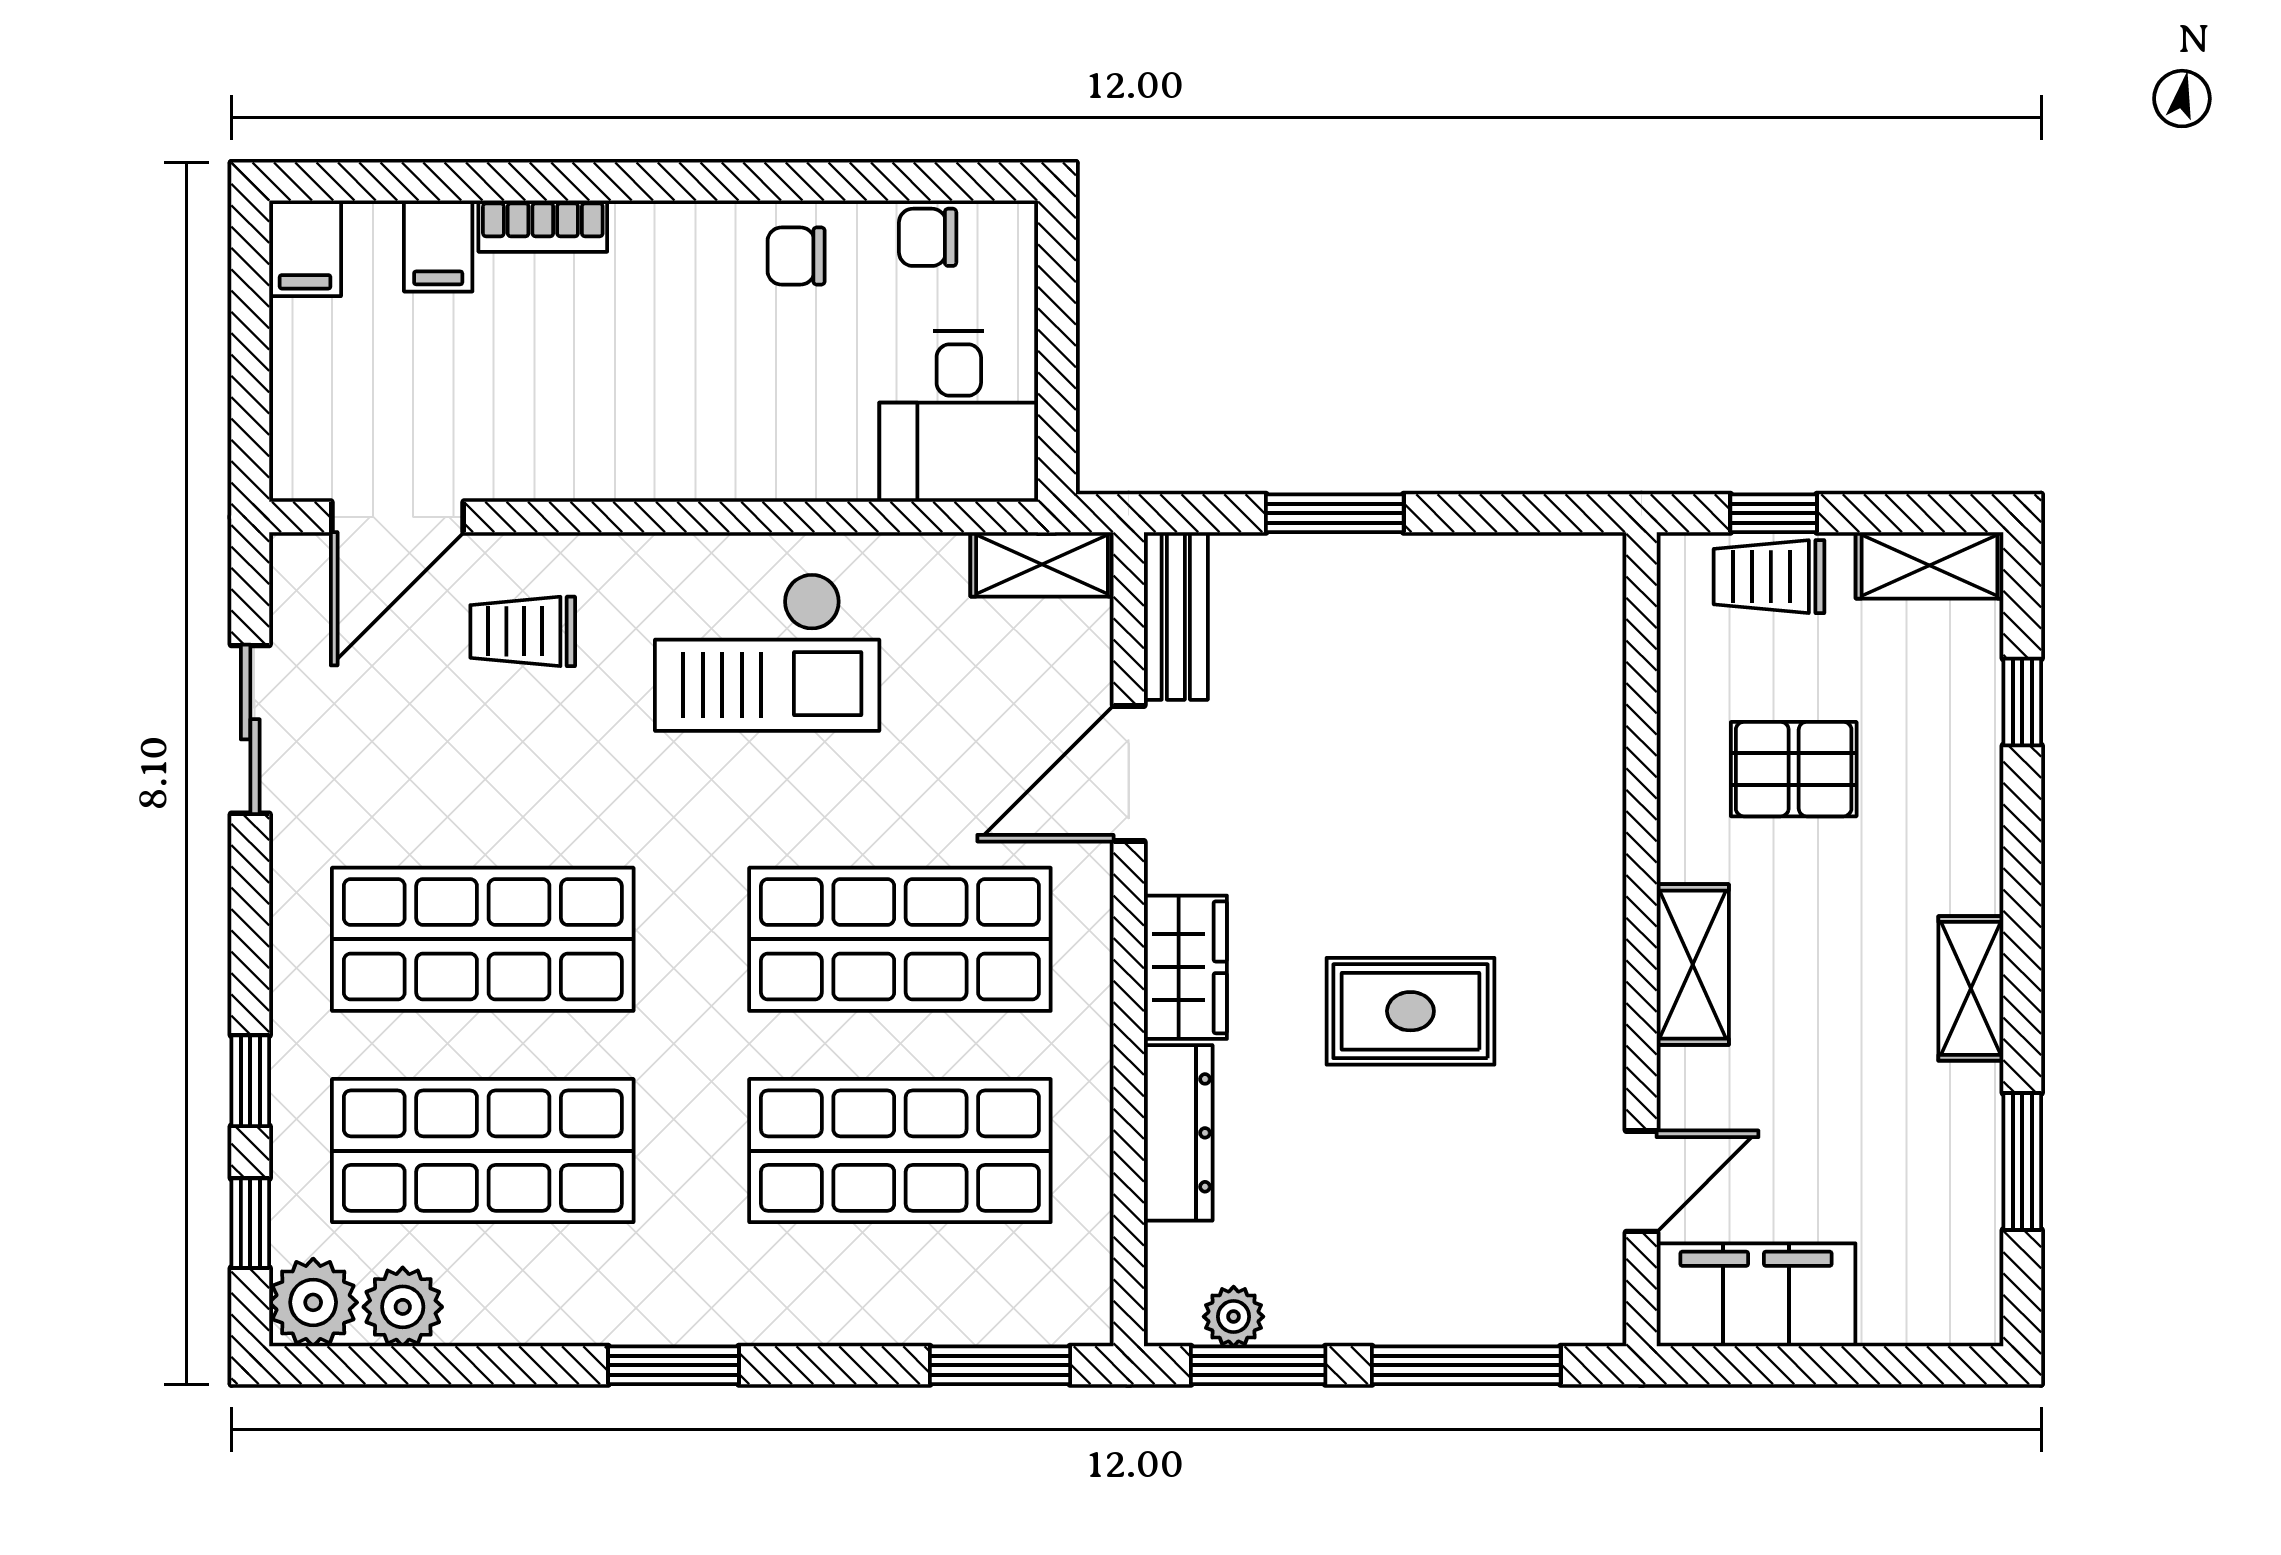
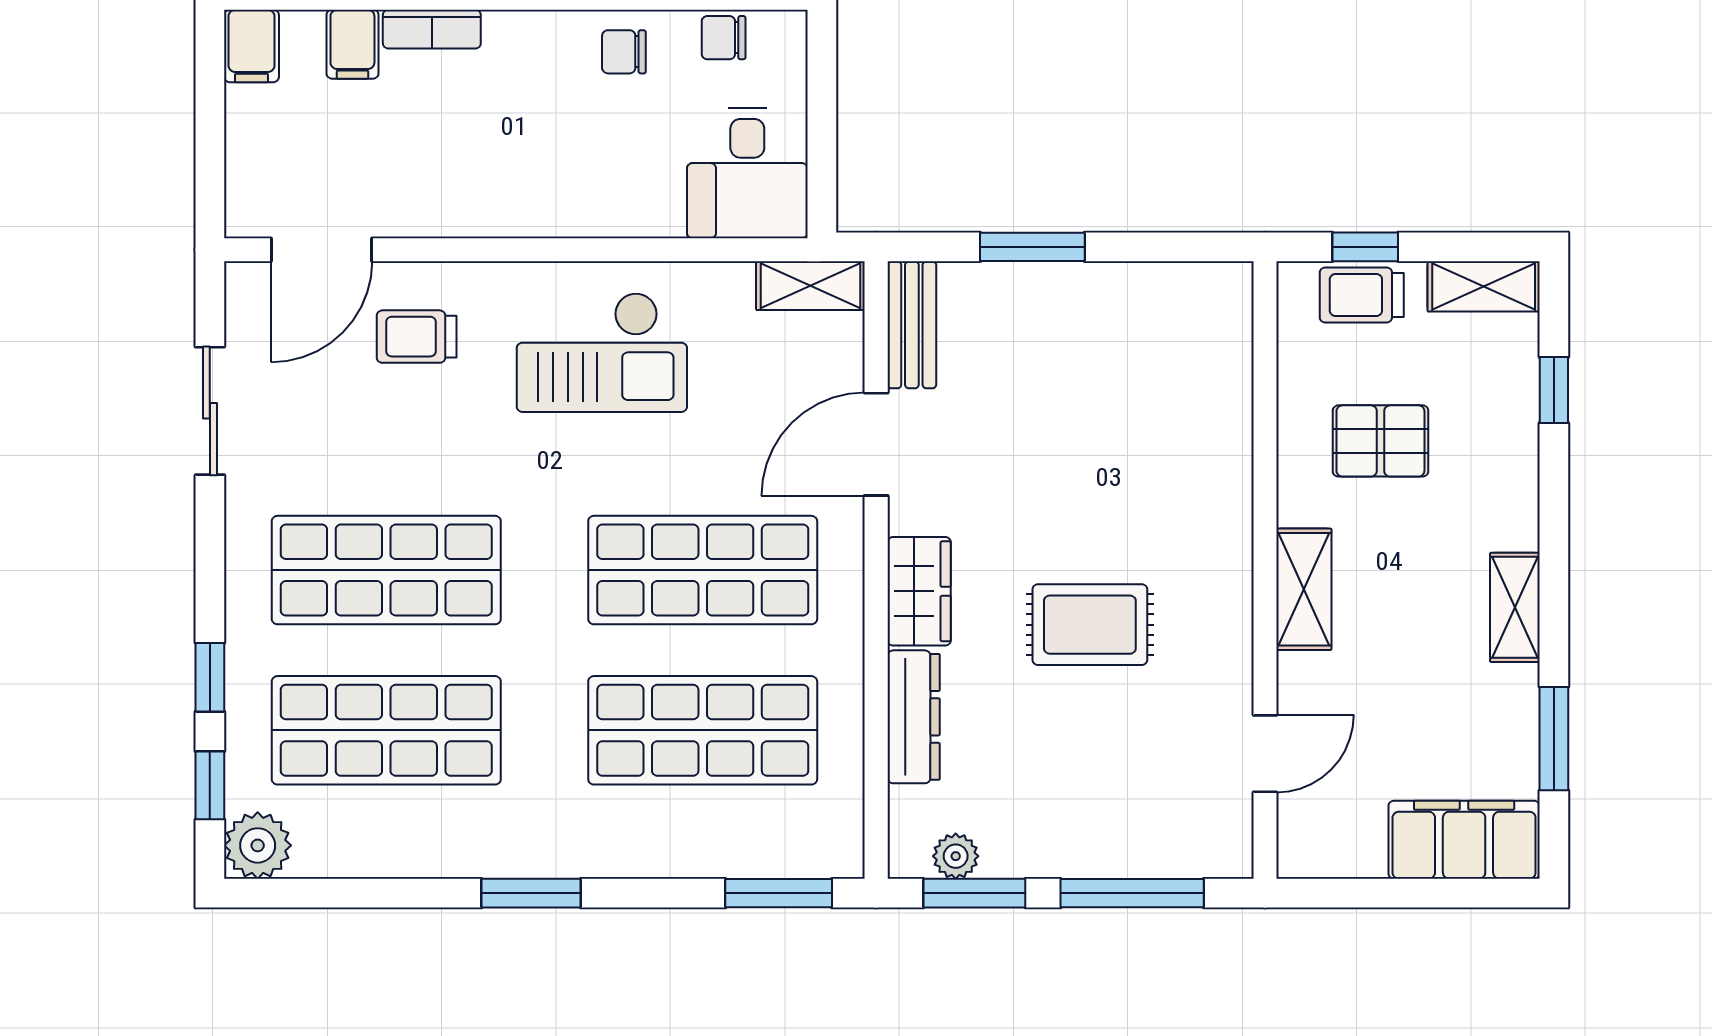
filing cabinet: (1756, 1295) -> (1464, 840), moved
plant: (403, 1307) -> (326, 849), removed

